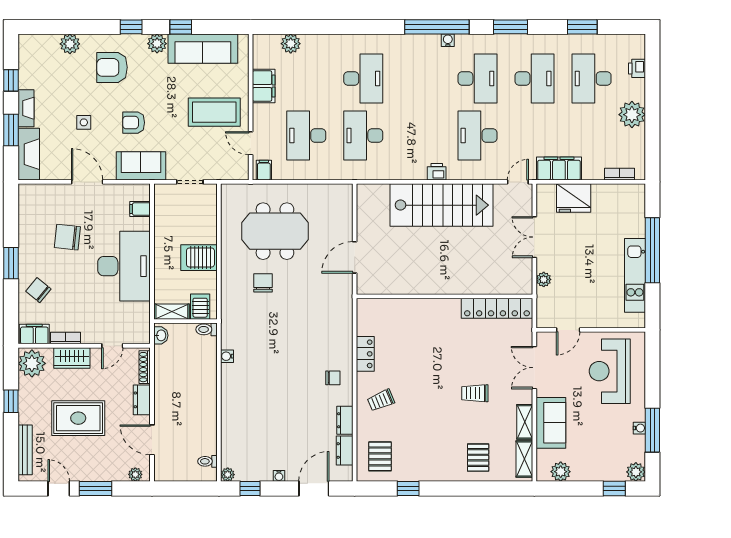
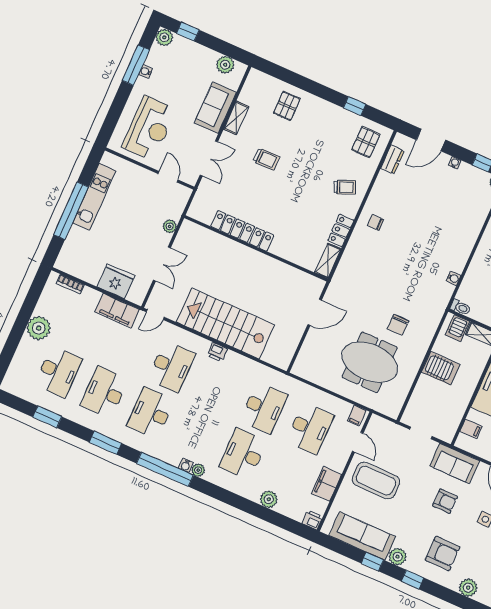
water cooler: (448, 40) -> (186, 465), moved
plant: (402, 41) -> (198, 470), added
plant: (291, 44) -> (269, 499), moved
printer: (637, 68) -> (312, 520), moved, turned -90
locker: (497, 308) -> (242, 231), moved
door: (568, 330) -> (168, 177), hinge flipped
dresser: (345, 420) -> (381, 184), removed
shelving: (524, 459) -> (328, 261), moved

